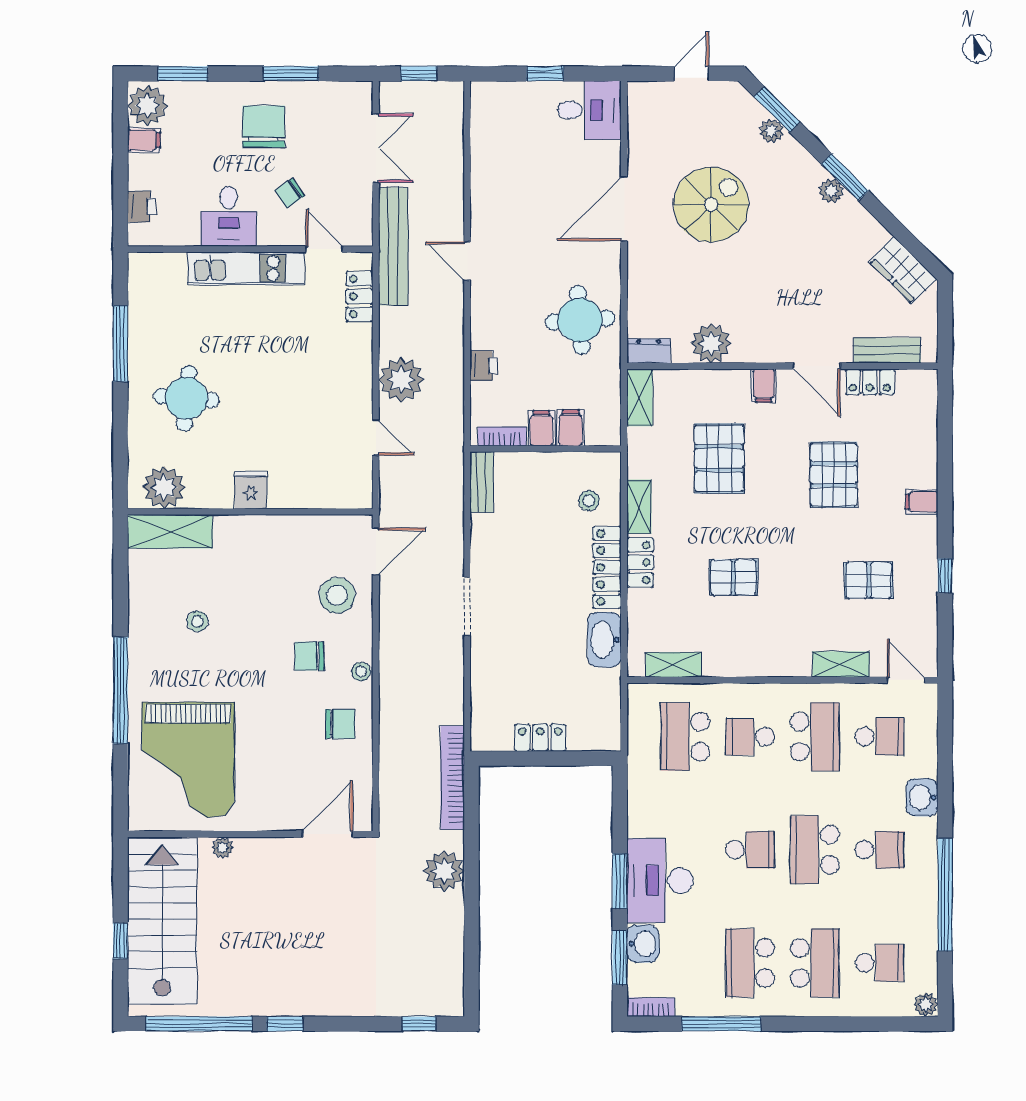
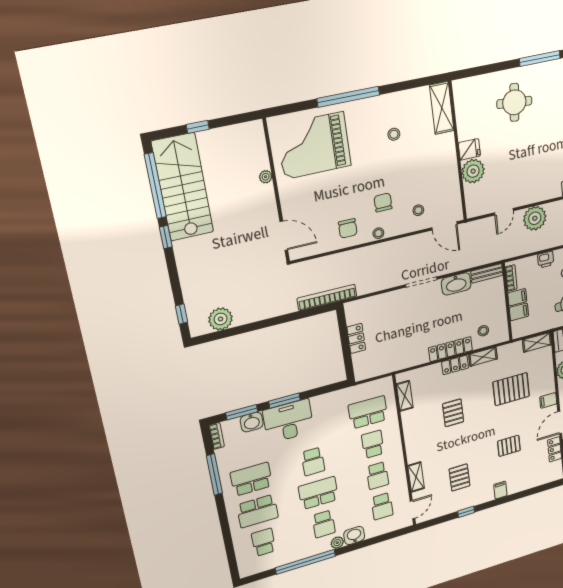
pallet: (834, 475) -> (509, 446), width x0.67, depth x0.71
plant: (164, 487) -> (473, 171), moved
stool: (337, 595) -> (418, 210), width x0.53, depth x0.53
washbasin: (604, 640) -> (456, 284), moved, turned 180
school desk: (815, 737) -> (378, 476), width x0.54
plant: (444, 871) -> (221, 319), moved
stairs: (162, 921) -> (183, 187), moved, turned -90
school desk: (880, 963) -> (264, 542), turned 180
plant: (926, 1005) -> (337, 543), moved

